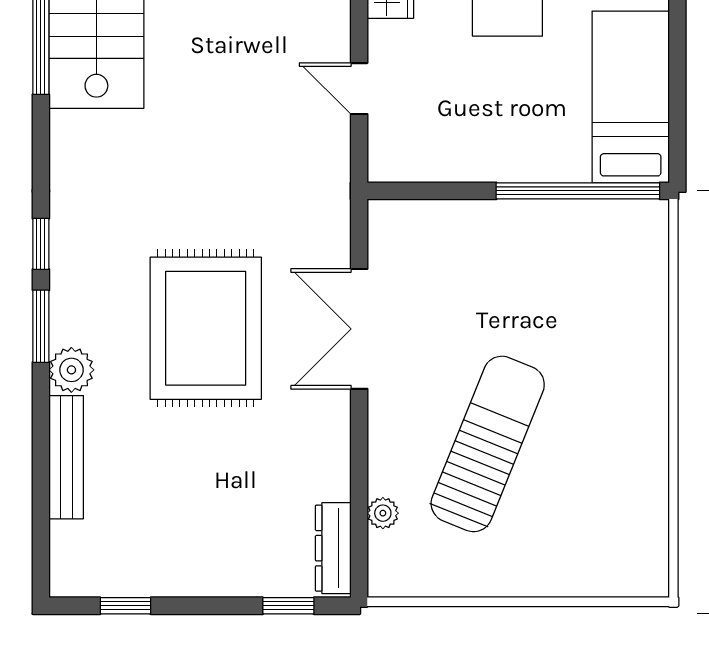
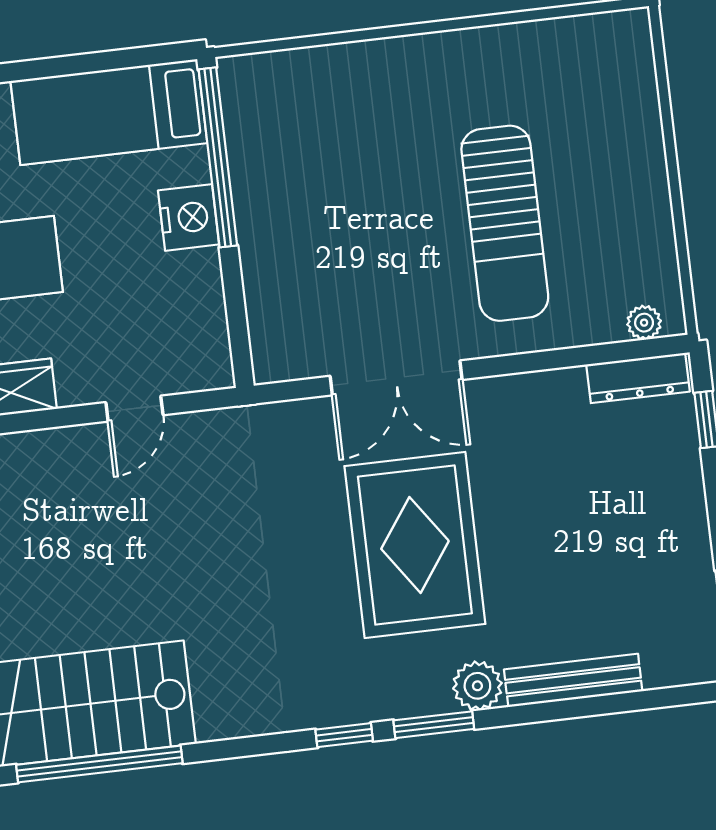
nightstand: (527, 158) -> (189, 217), added
rug: (206, 328) -> (415, 545), turned 90
sun lounger: (488, 444) -> (505, 223), turned -112
plant: (383, 513) -> (644, 323), moved

